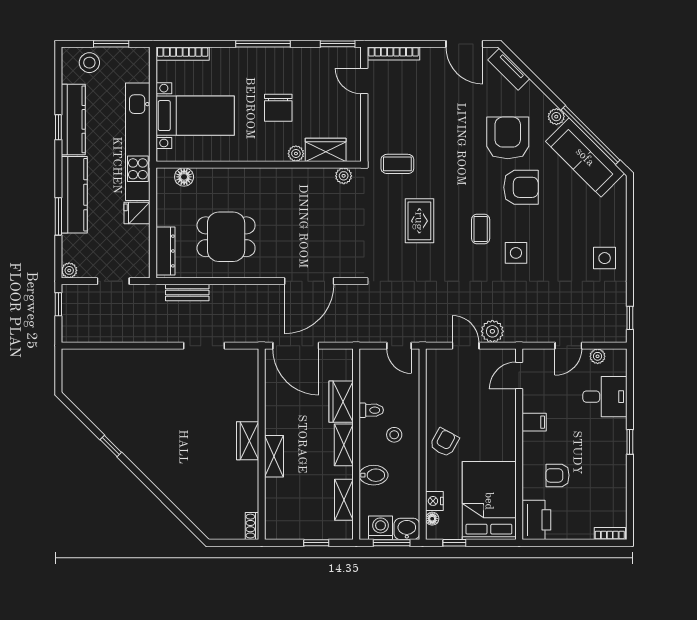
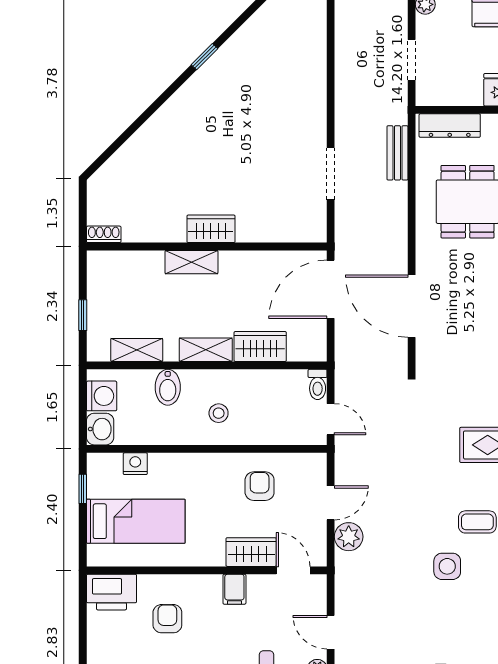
door: (399, 346) -> (331, 419), swing flipped
wardrobe: (505, 409) -> (251, 552), added
toilet: (371, 410) -> (318, 384), moved
armchair: (444, 442) -> (260, 486), moved, turned -119
bed: (489, 501) -> (136, 521), width x0.67
floor lamp: (432, 519) -> (113, 461), removed
window: (392, 543) -> (83, 410), removed

